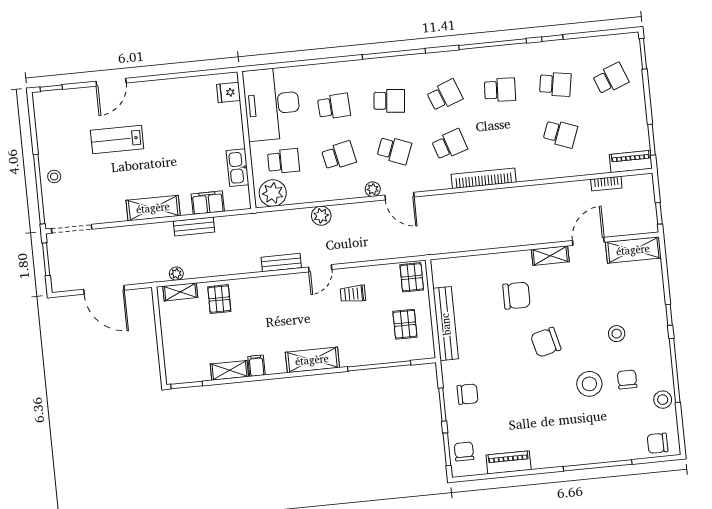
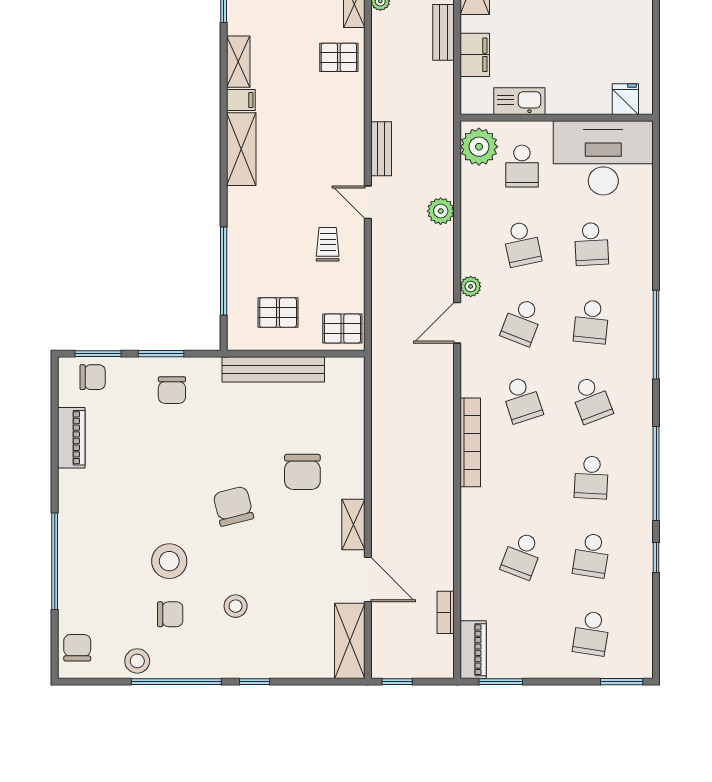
school desk: (611, 79) -> (591, 633), turned 30
shelving: (312, 360) -> (241, 149), moved

